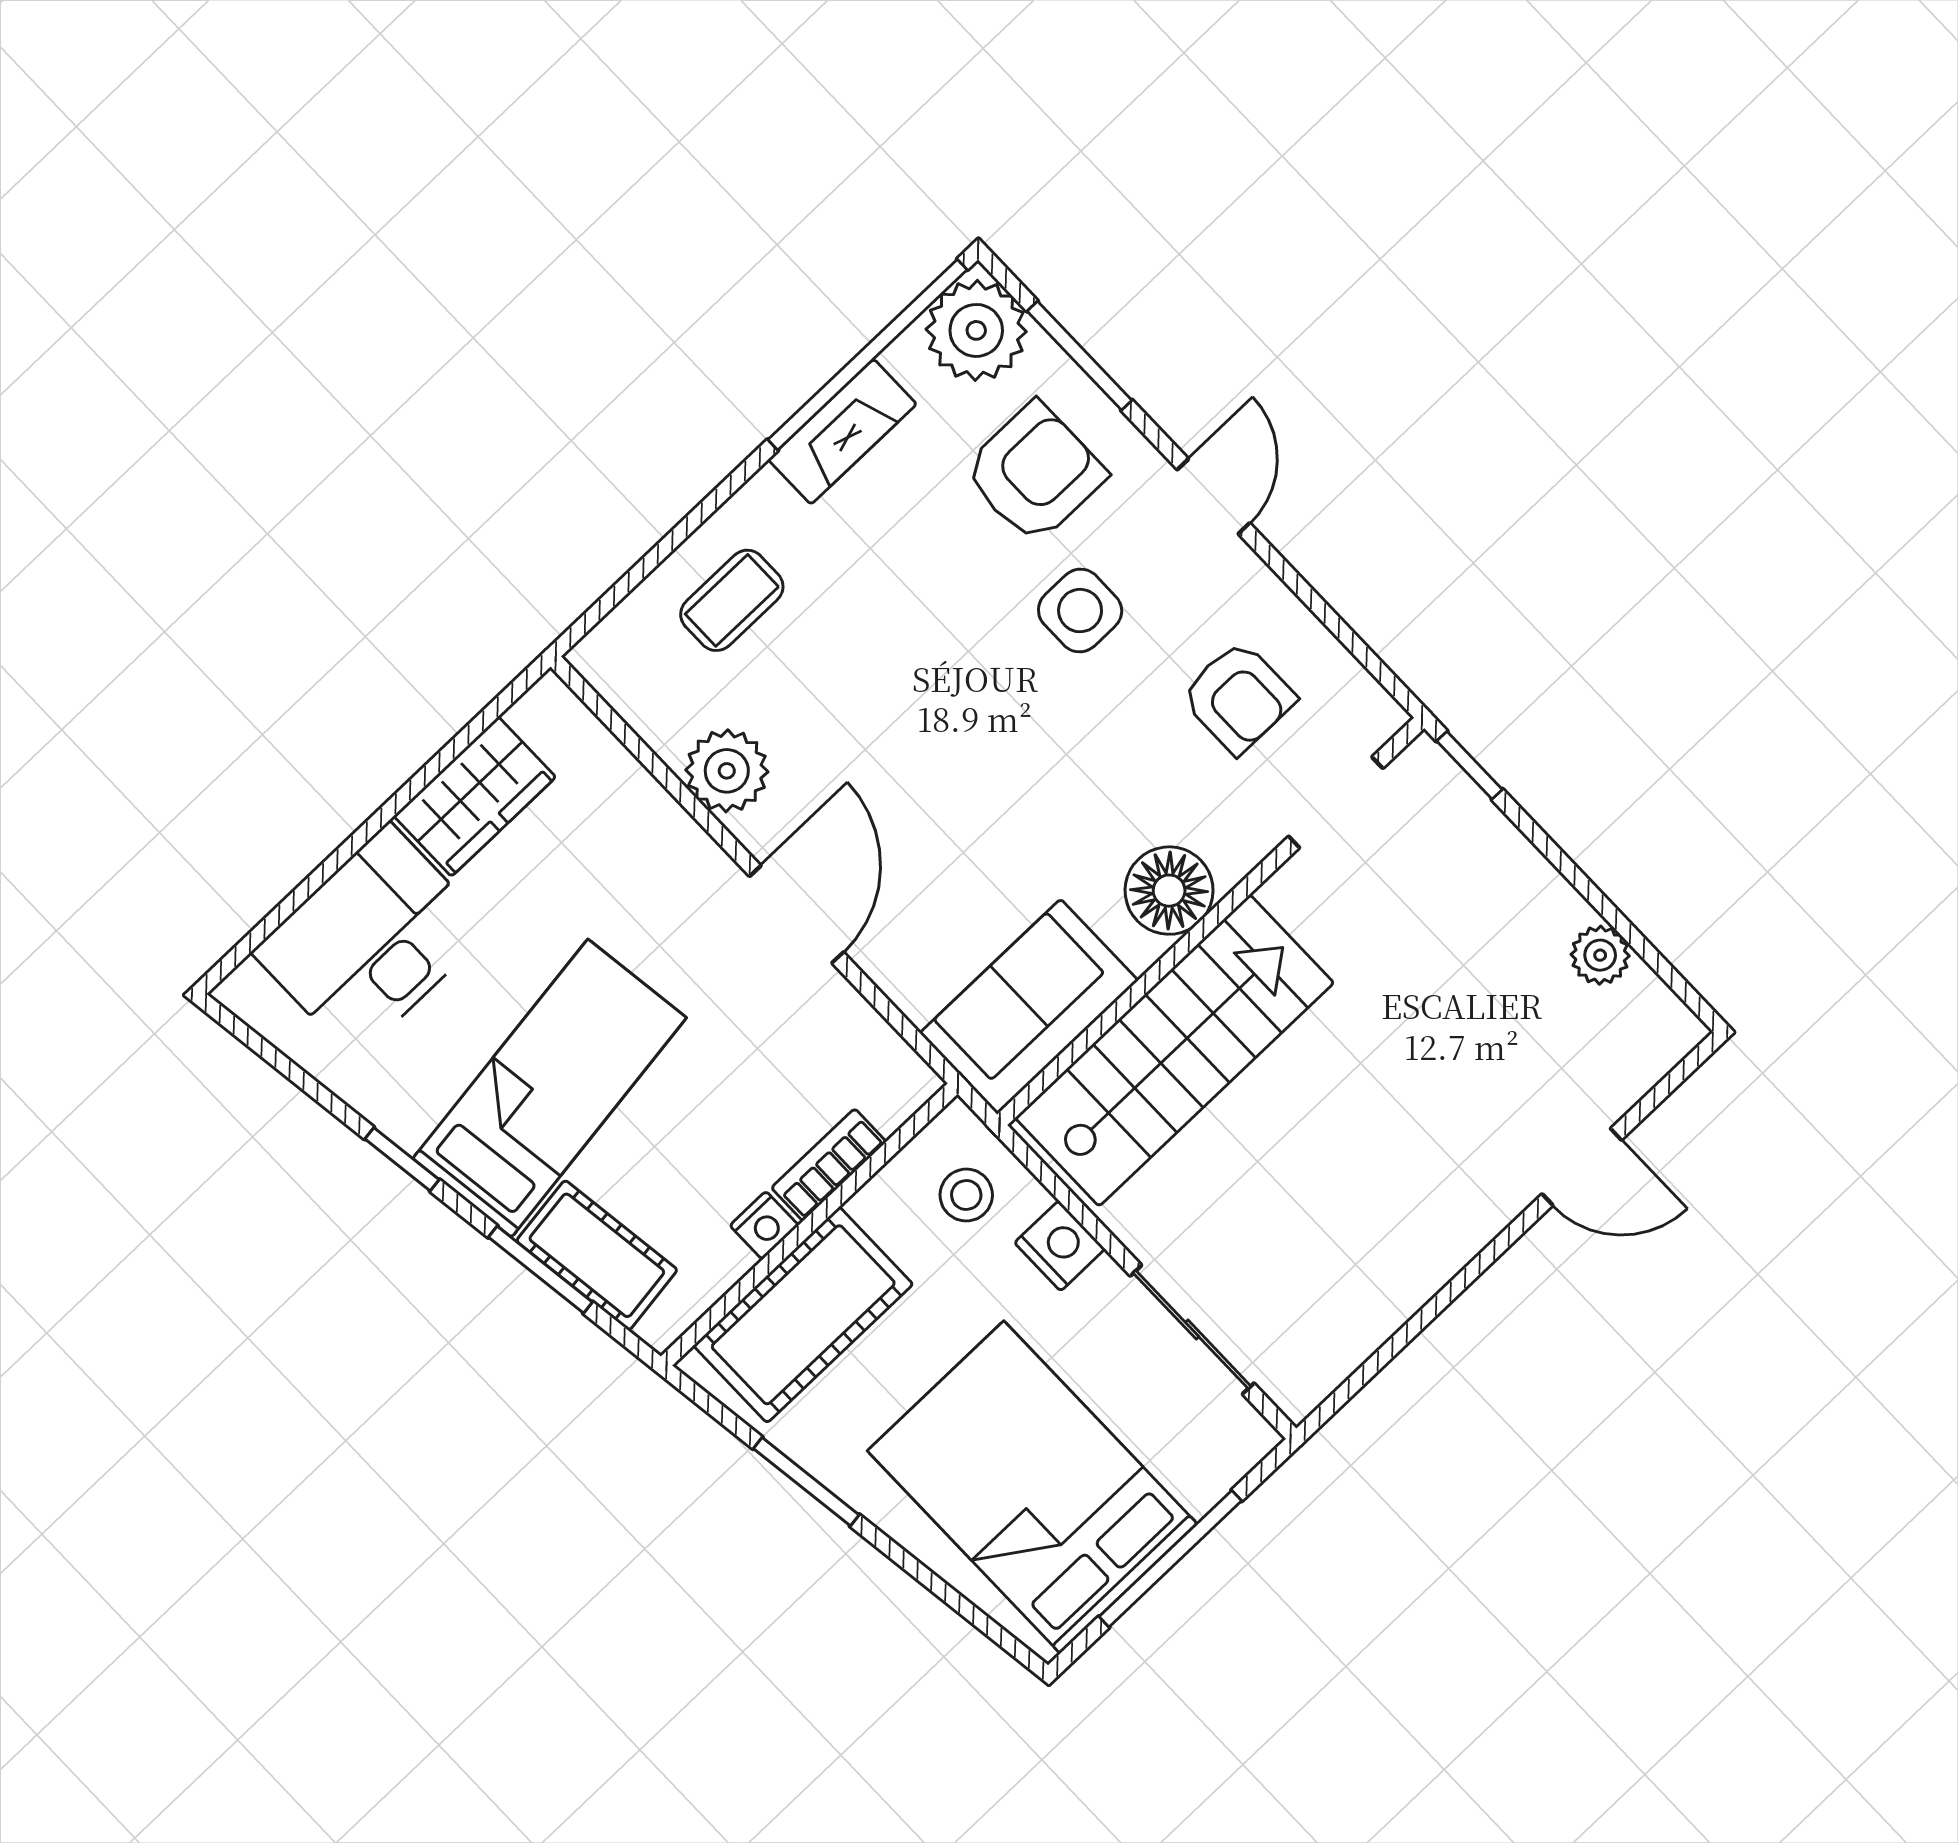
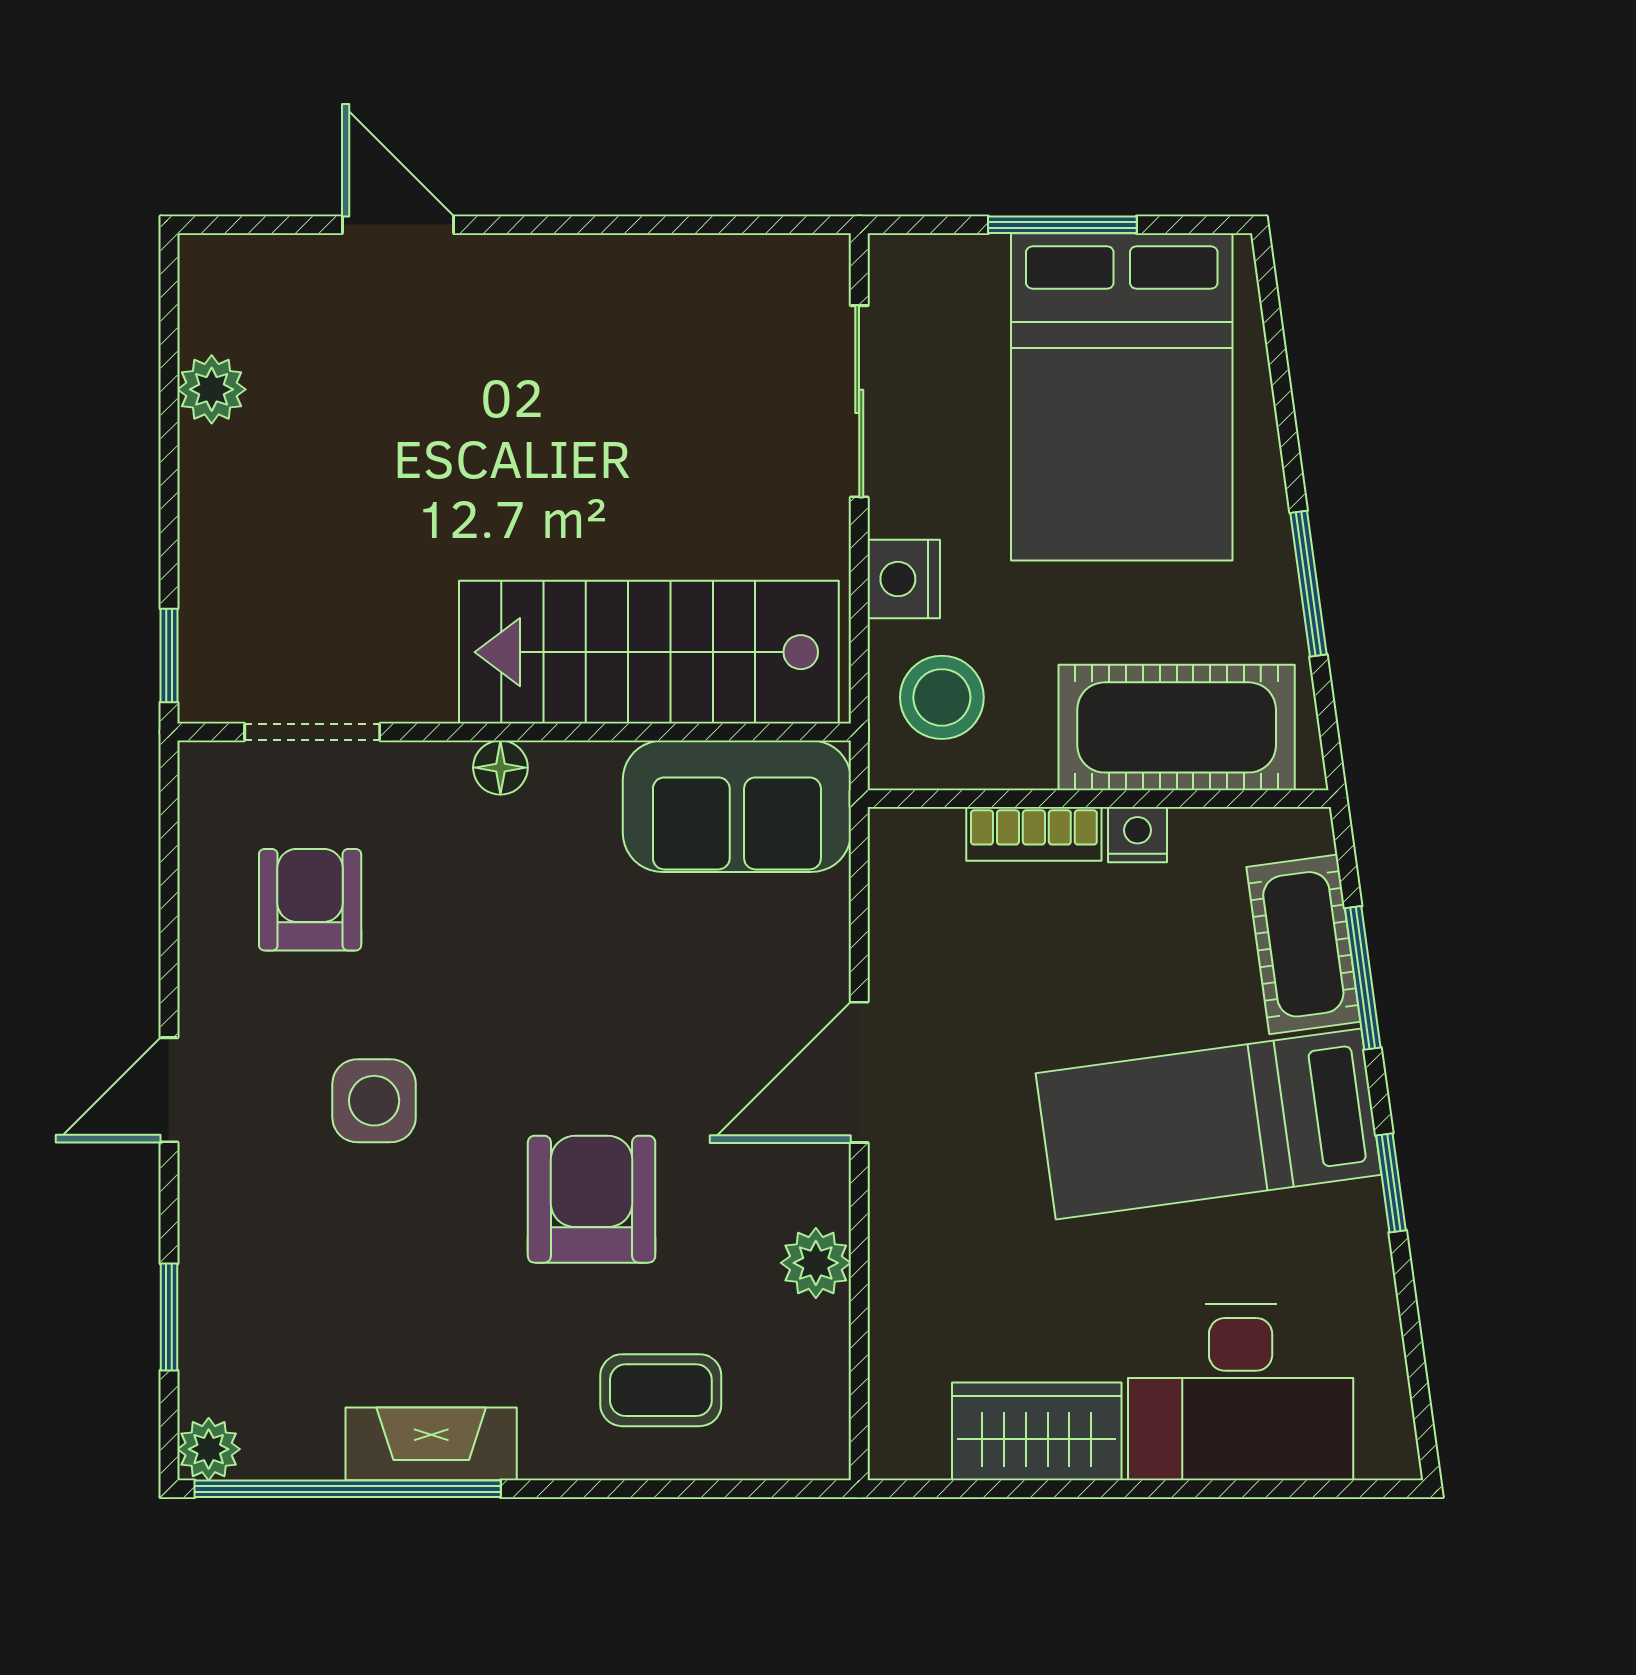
plant: (976, 330) -> (209, 1449), width x0.53, depth x0.53
window: (1080, 356) -> (169, 1317), width x0.67
armchair: (1035, 473) -> (592, 1199), moved, turned 90
plant: (727, 771) -> (816, 1263), width x0.73, depth x0.73
floor lamp: (1169, 891) -> (500, 768), width x0.53, depth x0.53
stool: (966, 1195) -> (942, 697), width x1.37, depth x1.37
window: (1170, 1559) -> (1062, 225), width x0.69

